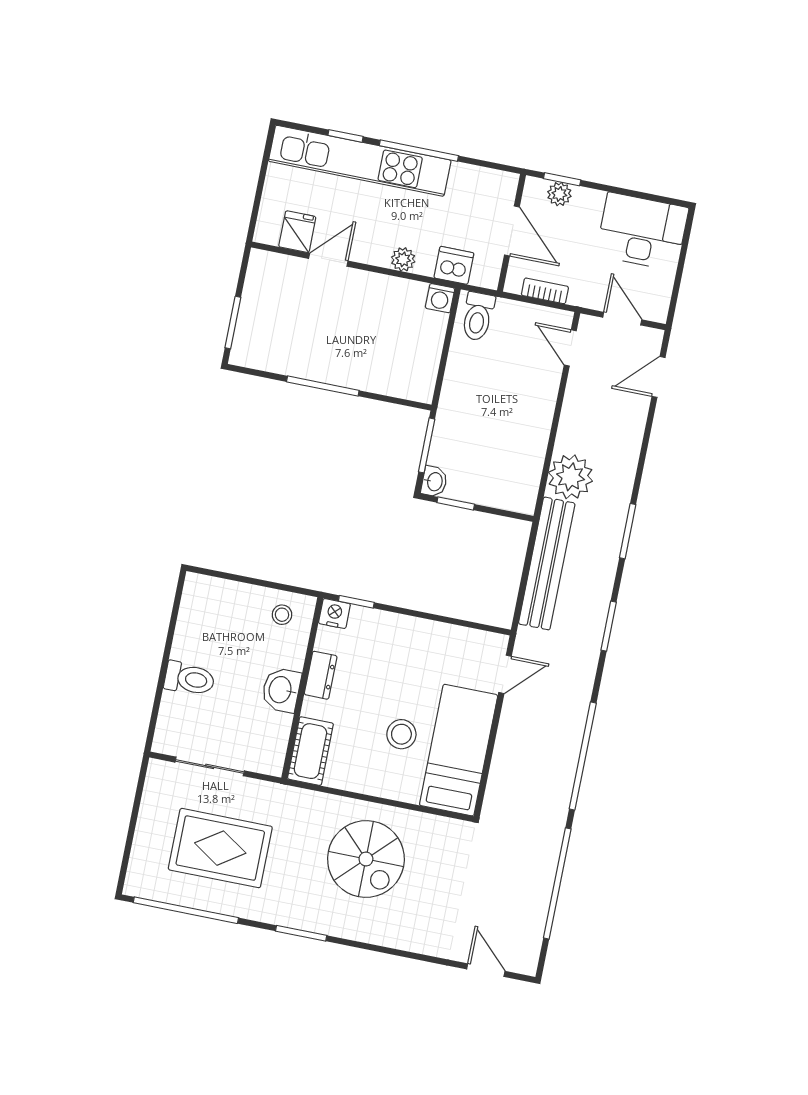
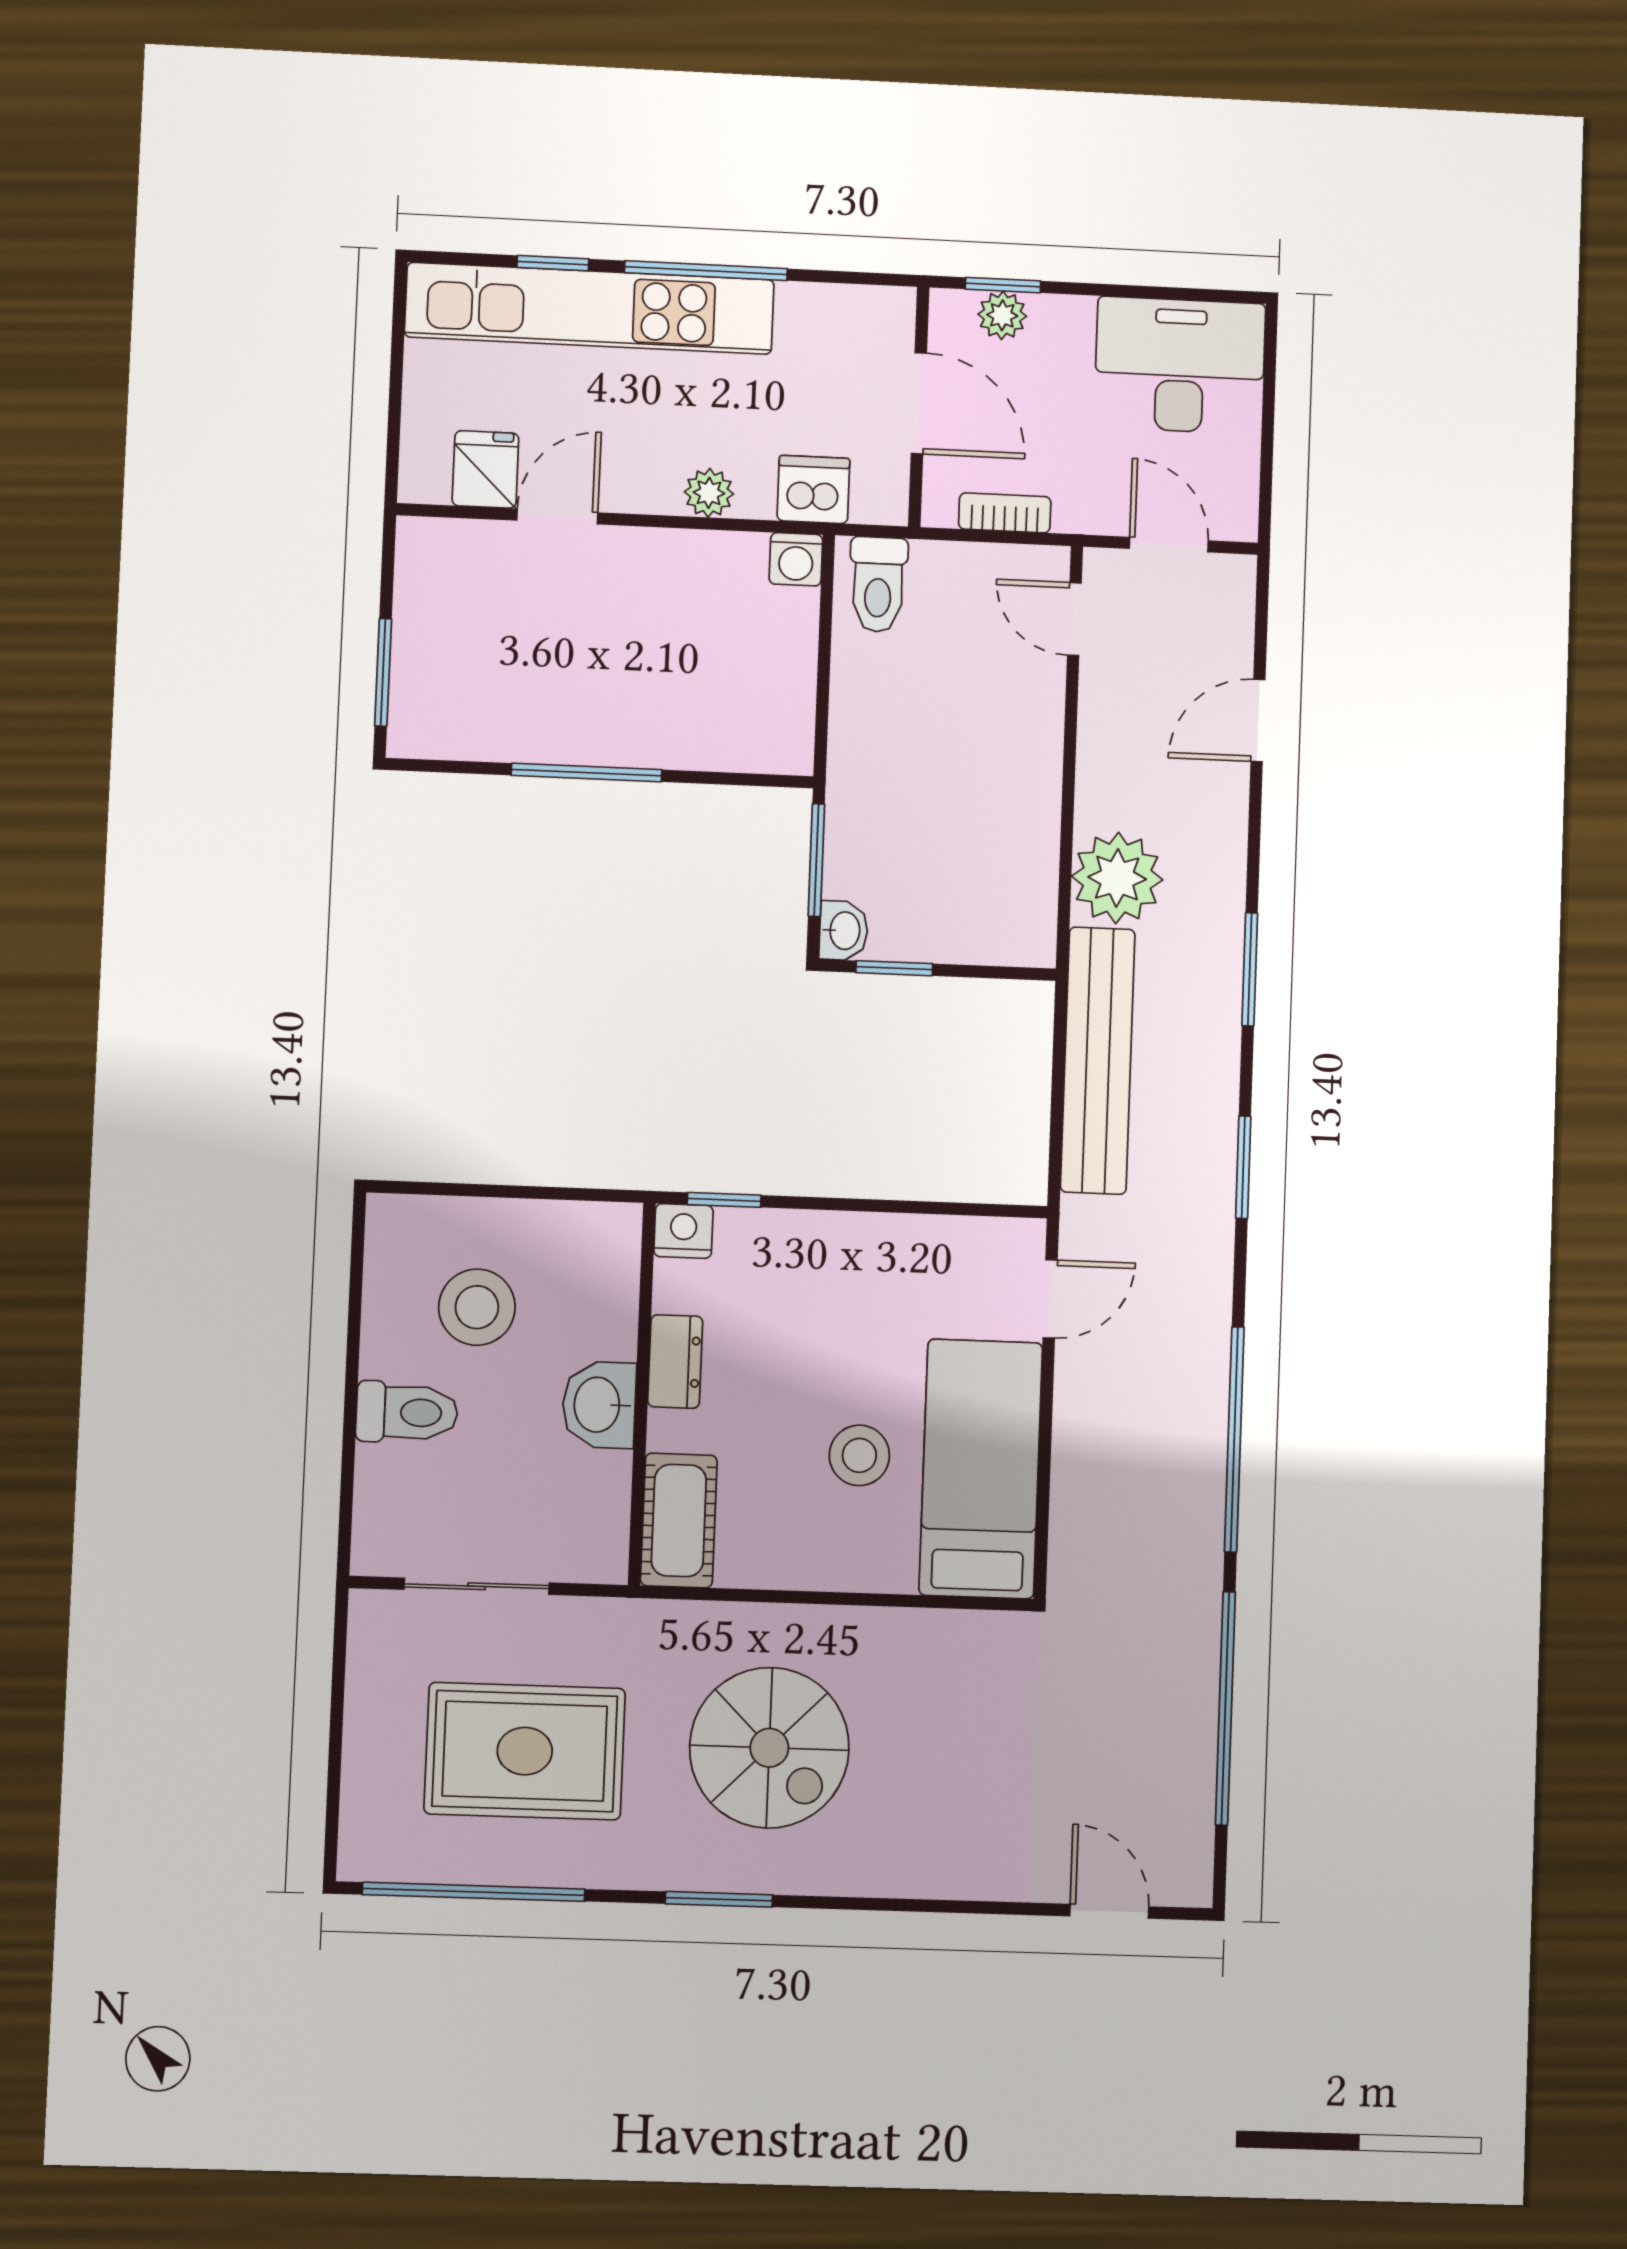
door: (658, 377) -> (1258, 720), moved
stool: (282, 615) -> (477, 1307), moved, width x1.89, depth x1.89
spiral stairs: (366, 859) -> (769, 1748), moved

